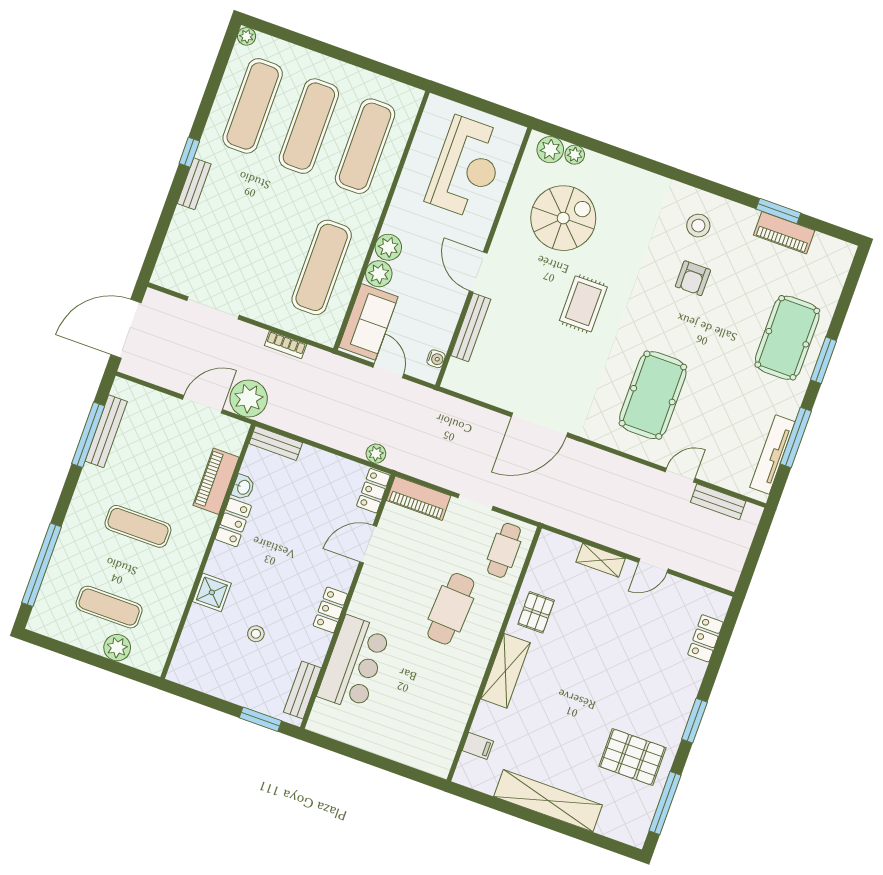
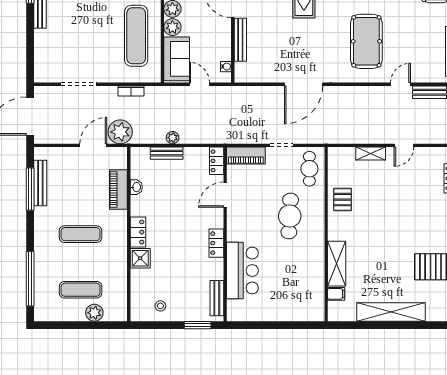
bench: (276, 443) -> (167, 153), moved
plant: (376, 454) -> (173, 138), moved
locker: (233, 522) -> (138, 232), moved
stool: (256, 634) -> (160, 306), moved
shelving: (505, 671) -> (337, 264), moved

